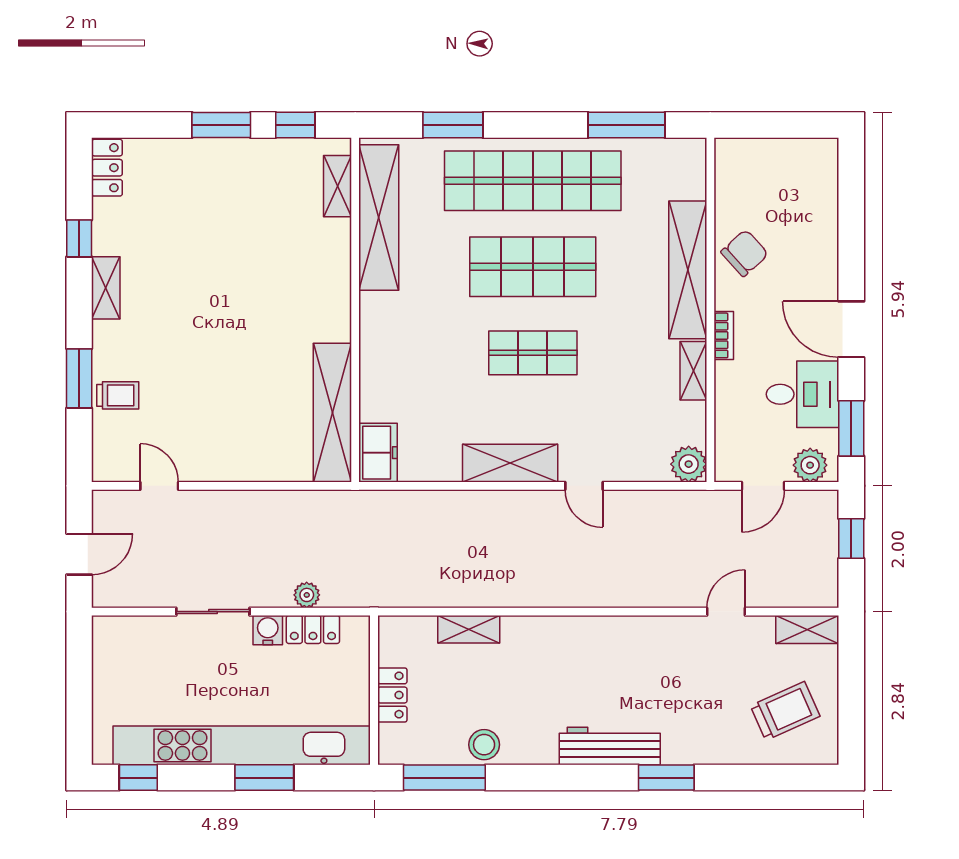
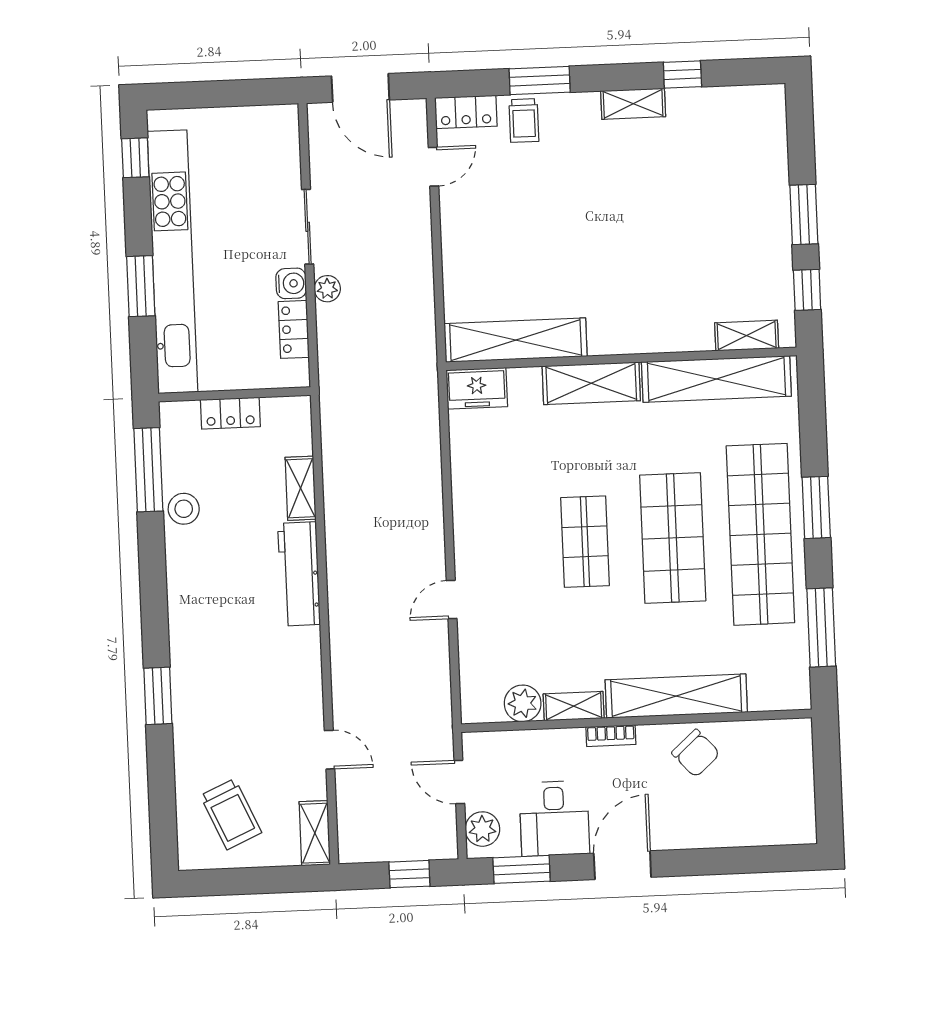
window: (453, 125) -> (816, 507), moved
locker: (107, 168) -> (466, 112), moved
shelving: (510, 463) -> (591, 383), moved, turned 90
plant: (689, 464) -> (523, 703), moved
door: (79, 554) -> (360, 88), width x1.38
plant: (307, 595) -> (327, 289), moved
workbench: (610, 746) -> (299, 574), moved, turned 180

